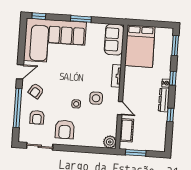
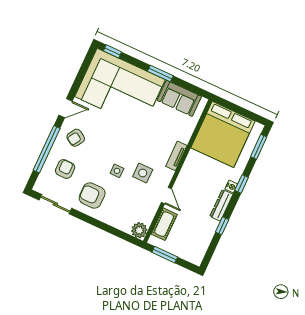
sofa: (114, 39) -> (179, 98), moved, turned -90
bed: (140, 46) -> (223, 134), width x1.36
armchair: (37, 117) -> (65, 169), turned 180
armchair: (65, 129) -> (92, 196), turned 90

